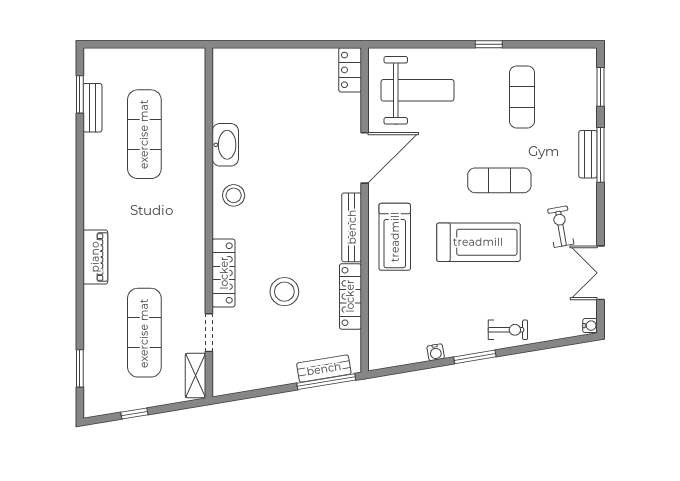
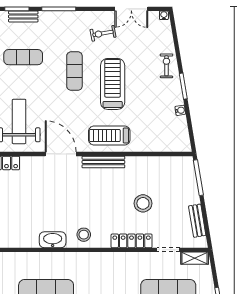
bench: (588, 154) -> (23, 16), moved
treadmill: (395, 237) -> (109, 135), turned 180
locker: (350, 296) -> (146, 163), removed
bench: (324, 369) -> (197, 221), moved

